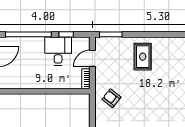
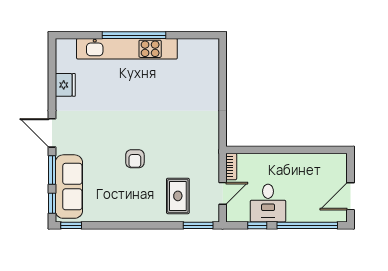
rug: (143, 57) -> (178, 196), moved
armchair: (111, 98) -> (135, 159), moved, turned 52

